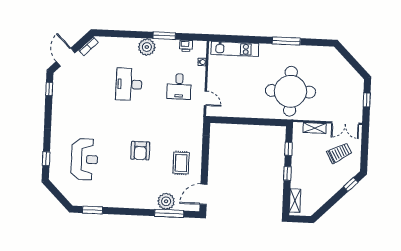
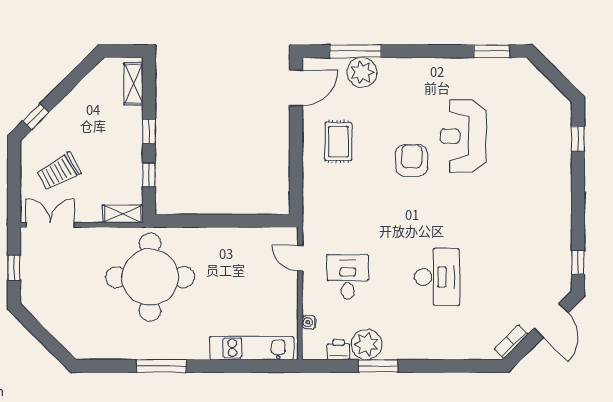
plant: (147, 47) -> (366, 344), moved
shelving: (315, 128) -> (123, 214), moved
reception desk: (85, 159) -> (463, 136), moved

